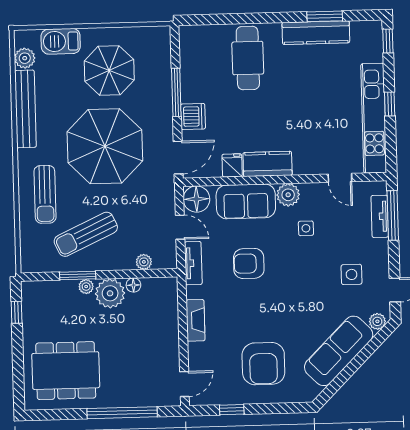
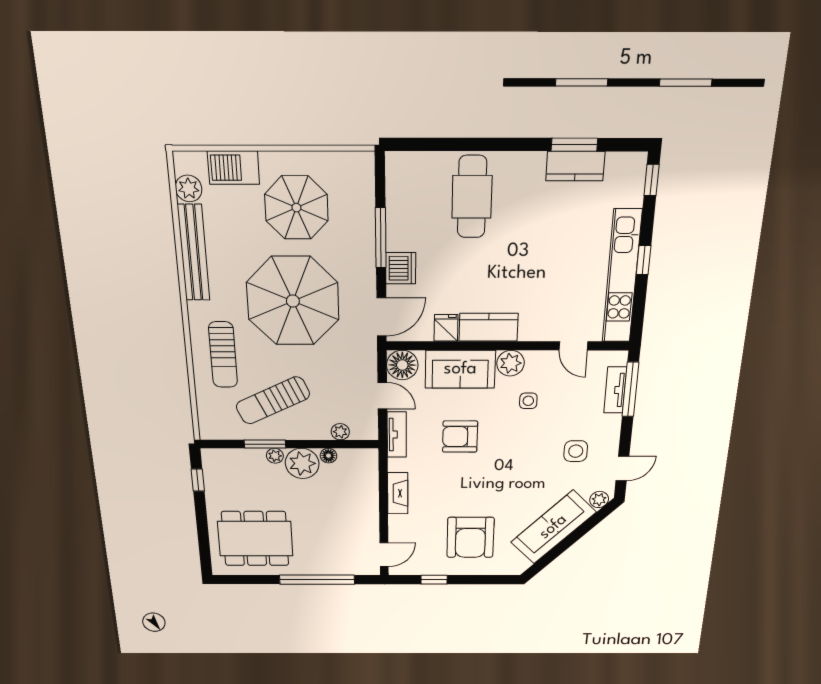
kitchen counter: (316, 33) -> (575, 166), width x0.67

